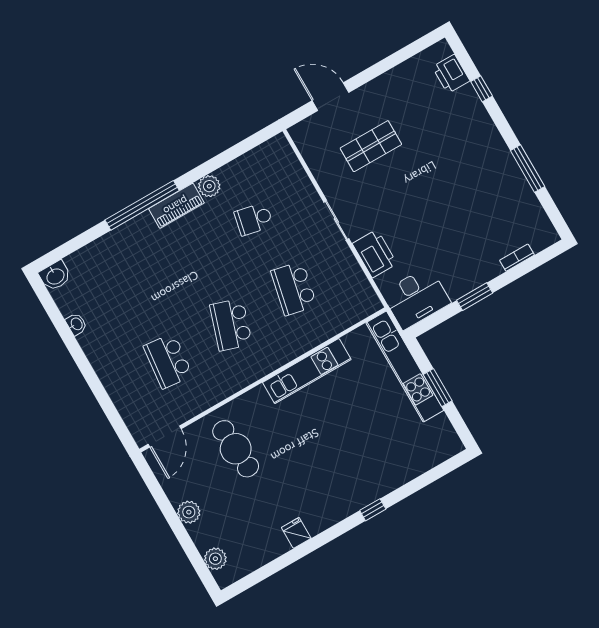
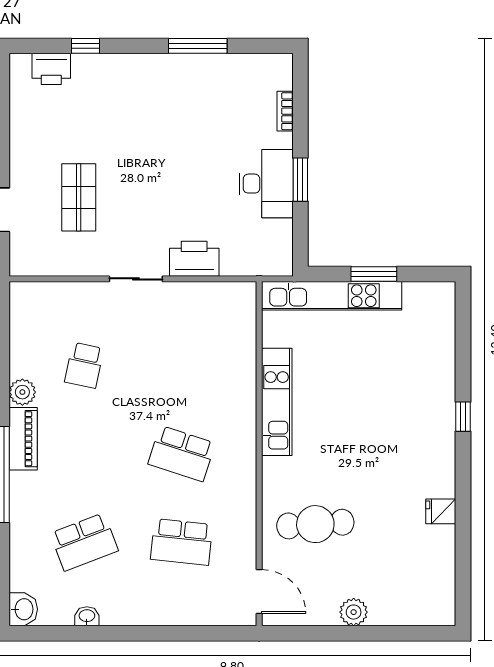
school desk: (294, 288) -> (84, 542), moved, turned -33
desk: (416, 298) -> (266, 184), moved
plant: (215, 559) -> (419, 612), removed

